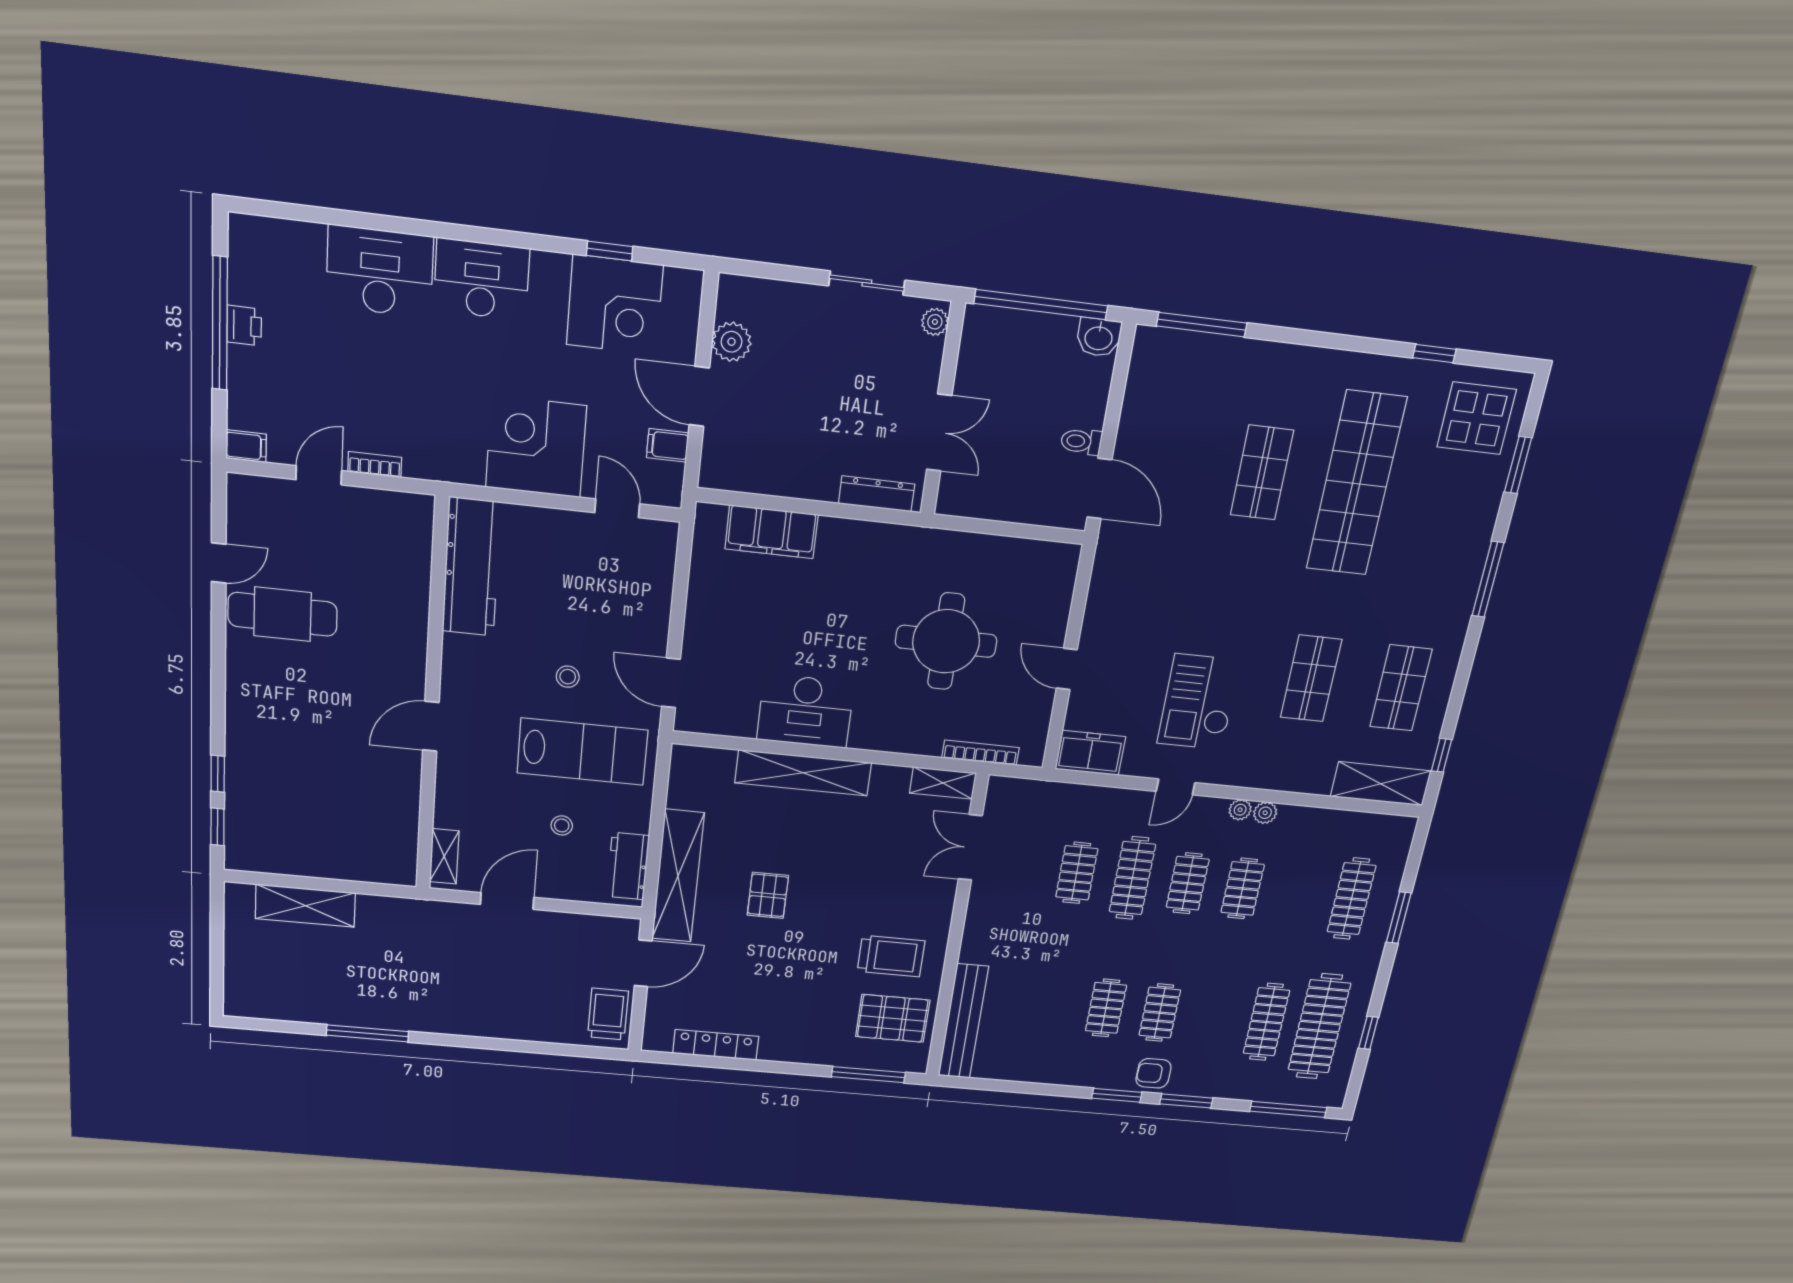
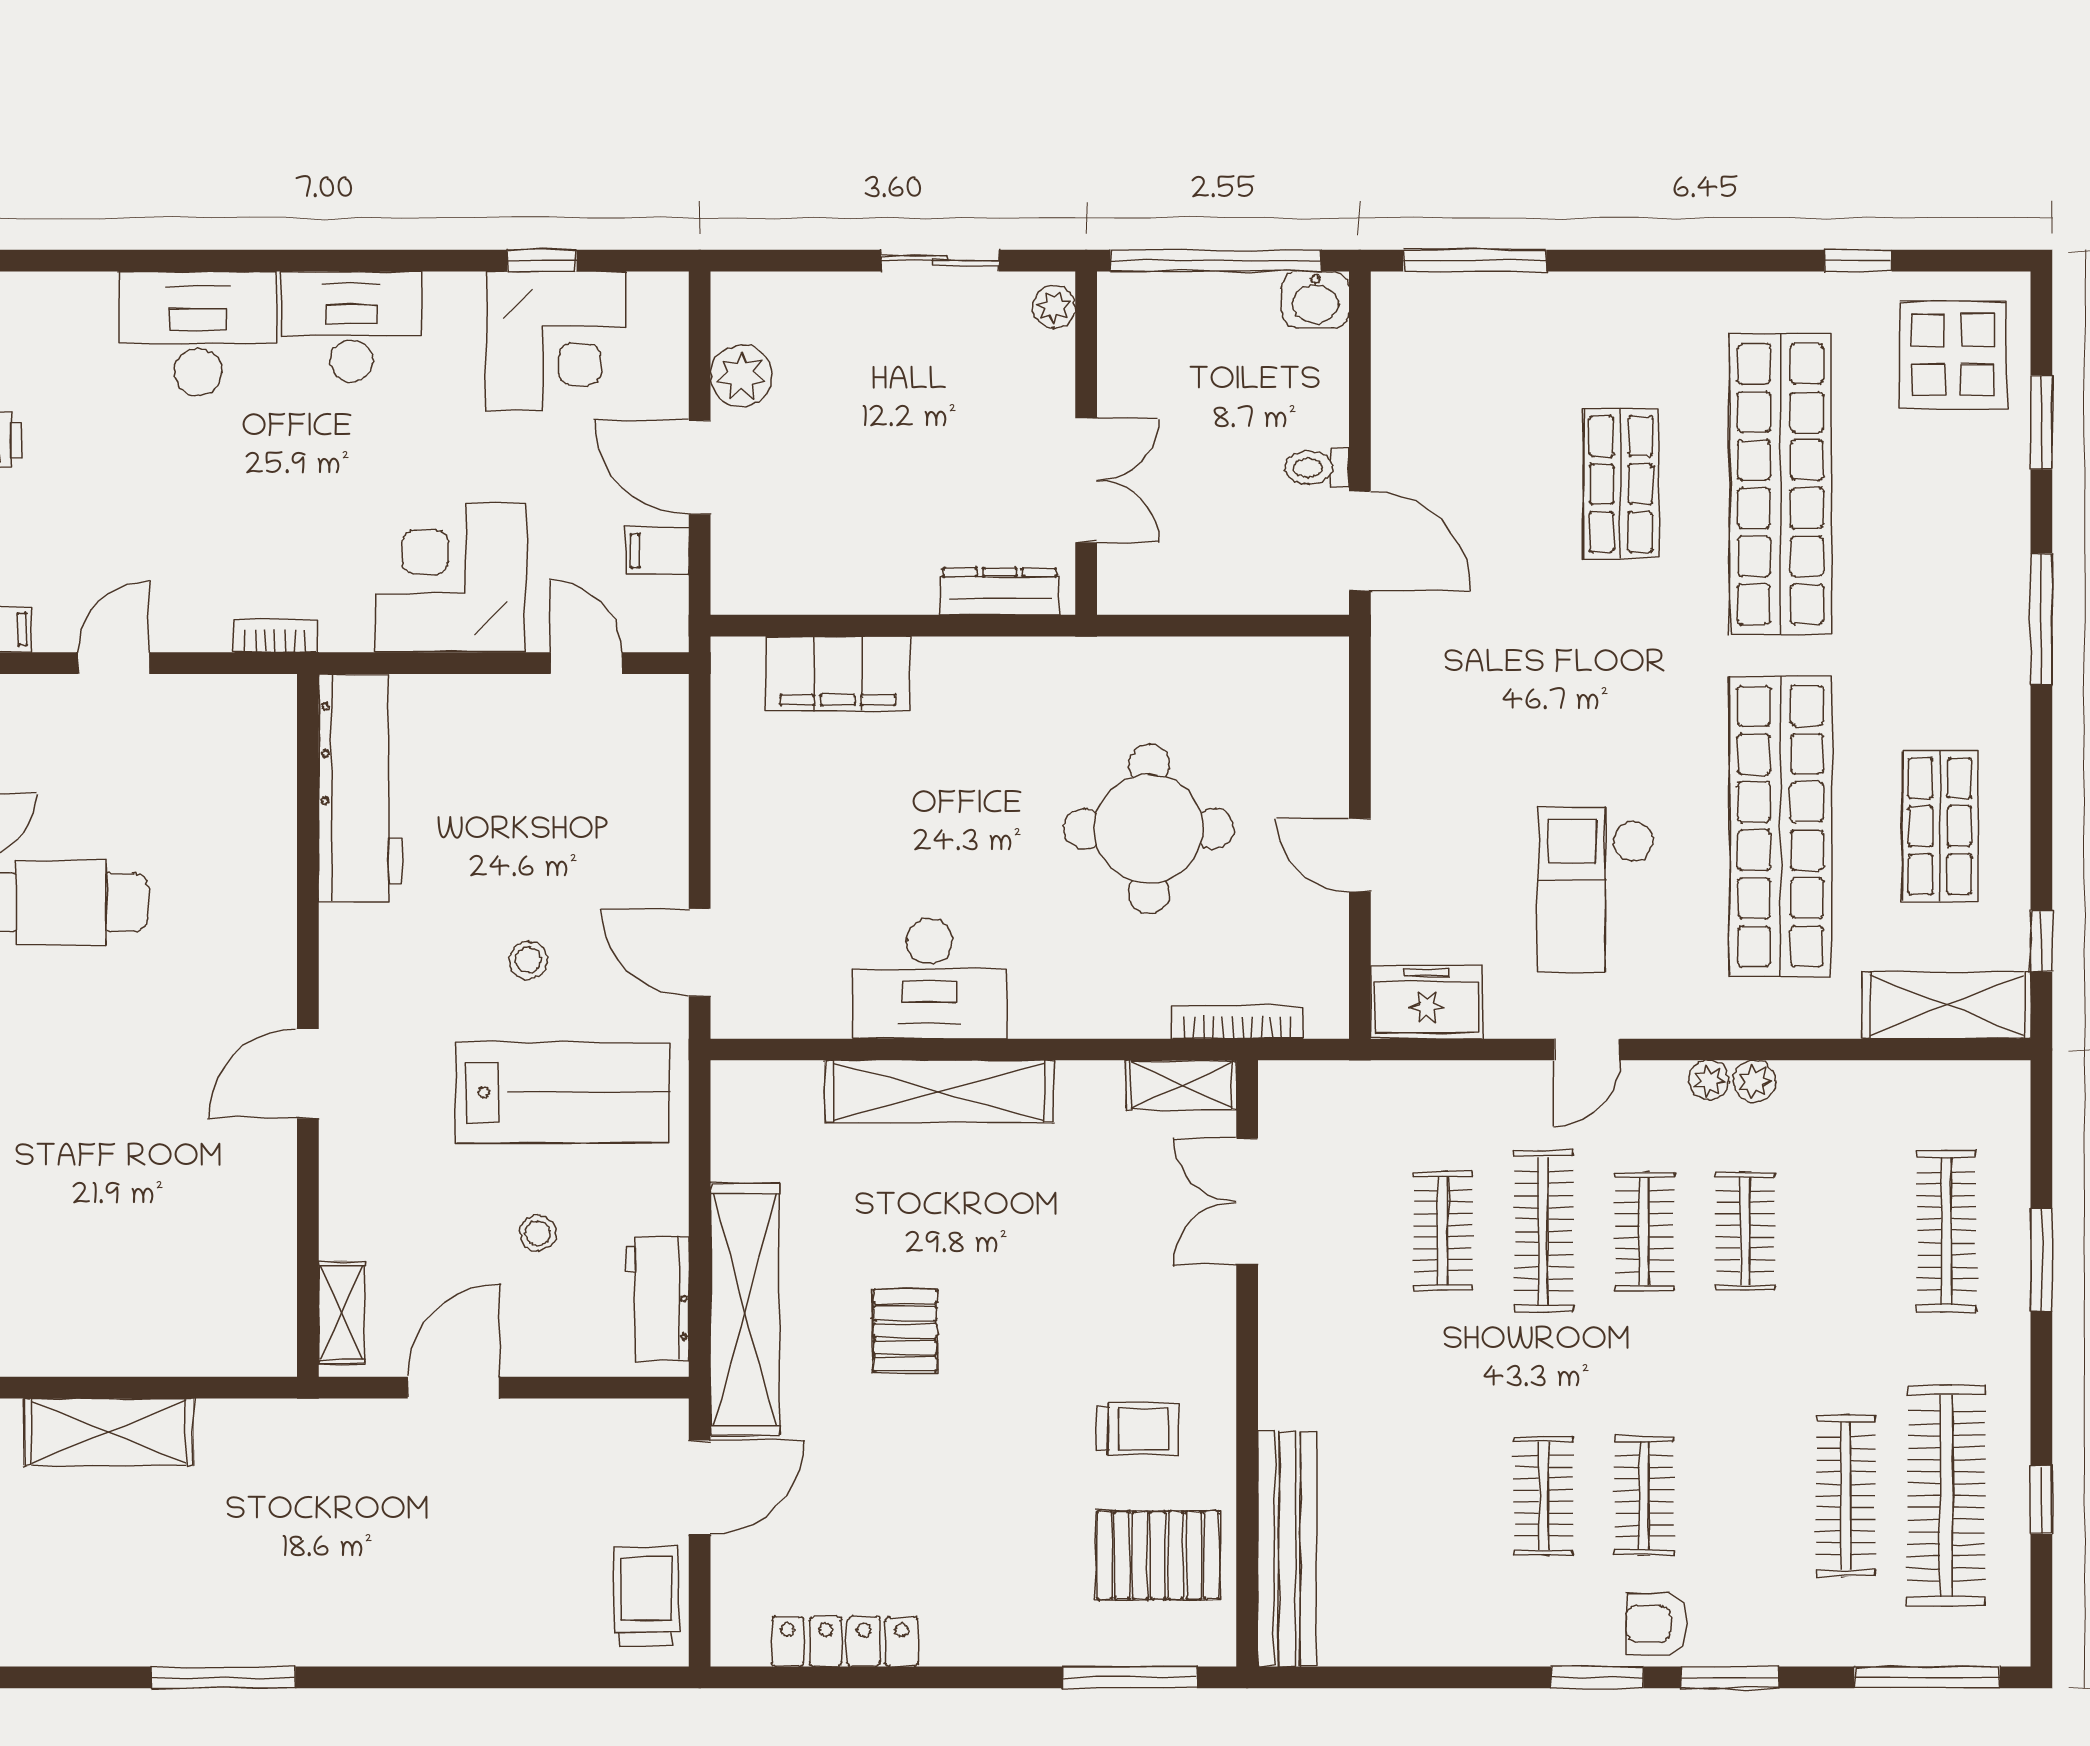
bookcase: (375, 465) -> (275, 636), moved
shop shelf: (1311, 678) -> (1780, 826), width x2.00, depth x1.36
trolley: (891, 956) -> (1138, 1429), width x0.73, depth x0.72

